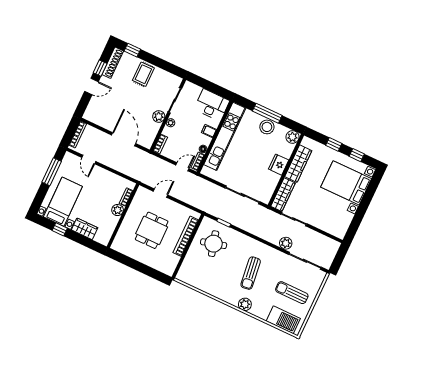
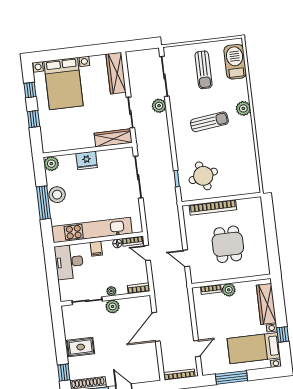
wardrobe: (298, 164) -> (116, 73), moved, turned -90
wardrobe: (85, 229) -> (266, 304), width x1.50
dining table: (152, 230) -> (228, 244), turned 90

